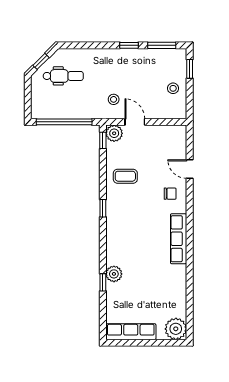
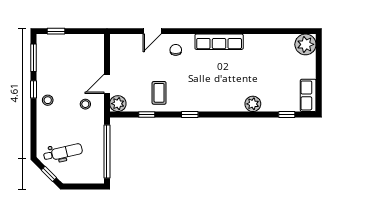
dental chair: (63, 76) -> (63, 152), turned 77
stool: (173, 88) -> (48, 100), moved
window: (103, 140) -> (147, 114), moved
window: (103, 282) -> (287, 114), moved
row of seats: (131, 332) -> (308, 95), width x0.68

